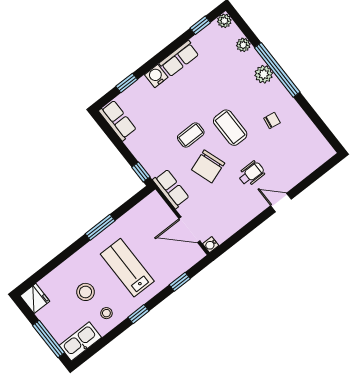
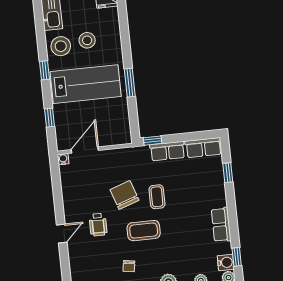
water cooler: (156, 76) -> (226, 262), moved
row of seats: (171, 189) -> (167, 151), moved
lab bench: (127, 268) -> (86, 84), width x1.36, depth x1.39
stool: (106, 313) -> (61, 46), width x1.89, depth x1.89

